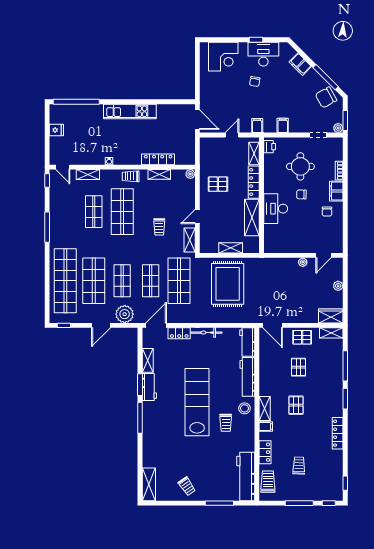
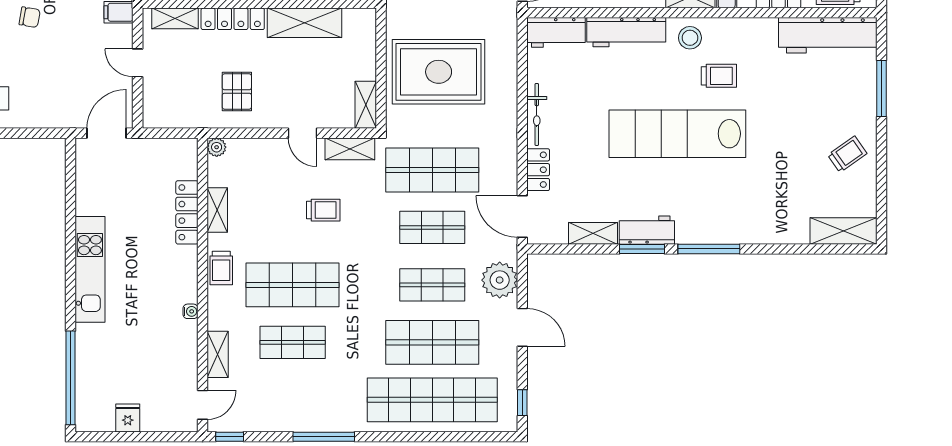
shelving: (231, 248) -> (366, 105), moved

